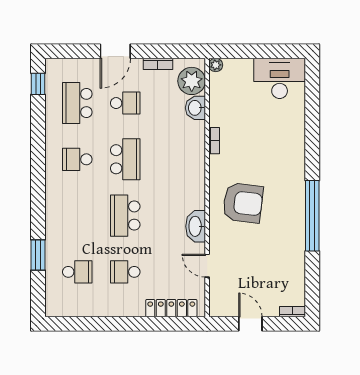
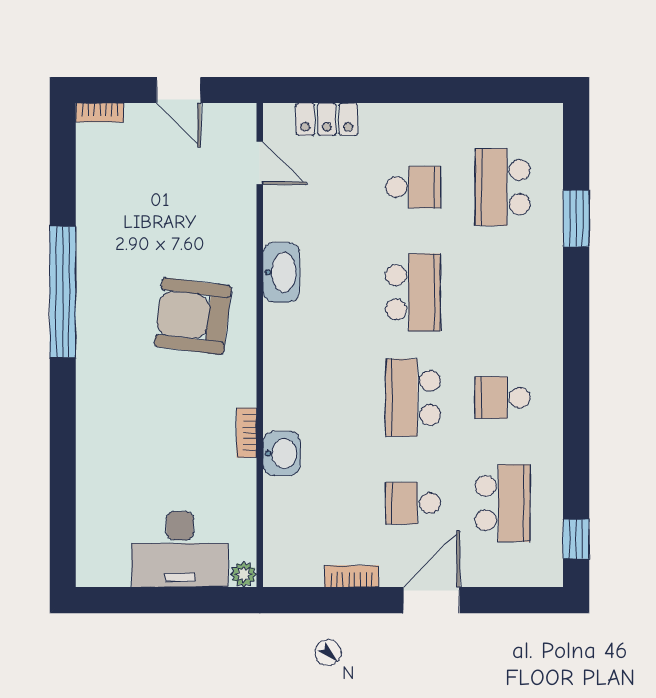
desk: (280, 78) -> (180, 549), moved
plant: (192, 81) -> (289, 544), removed
washbasin: (195, 108) -> (282, 453), moved
school desk: (77, 159) -> (503, 398), turned 180
door: (207, 266) -> (260, 163), moved
school desk: (77, 272) -> (503, 187), width x1.85
locker: (171, 308) -> (327, 119), width x0.66

